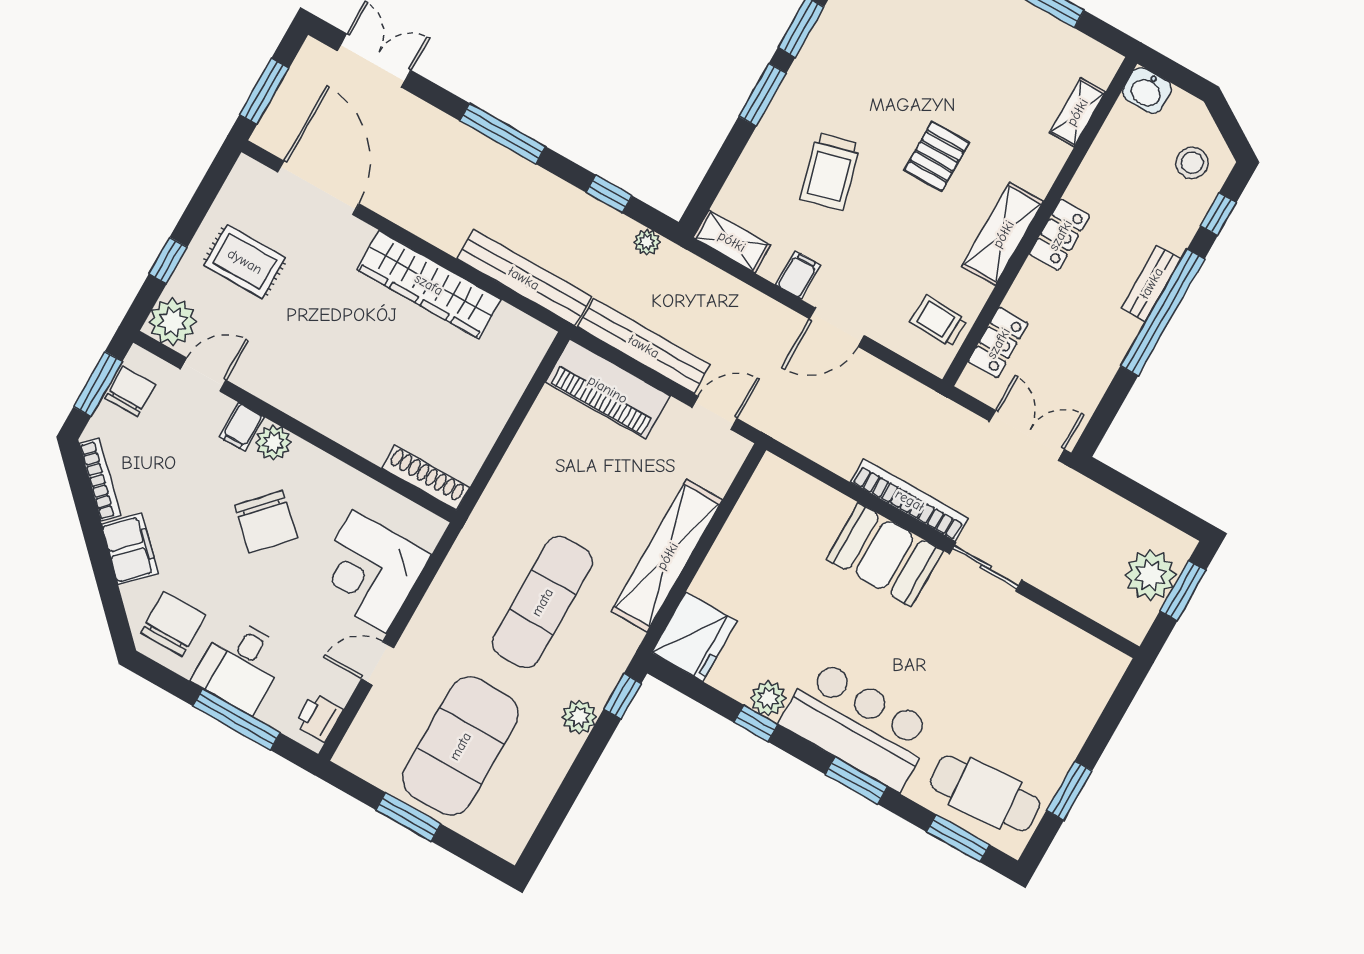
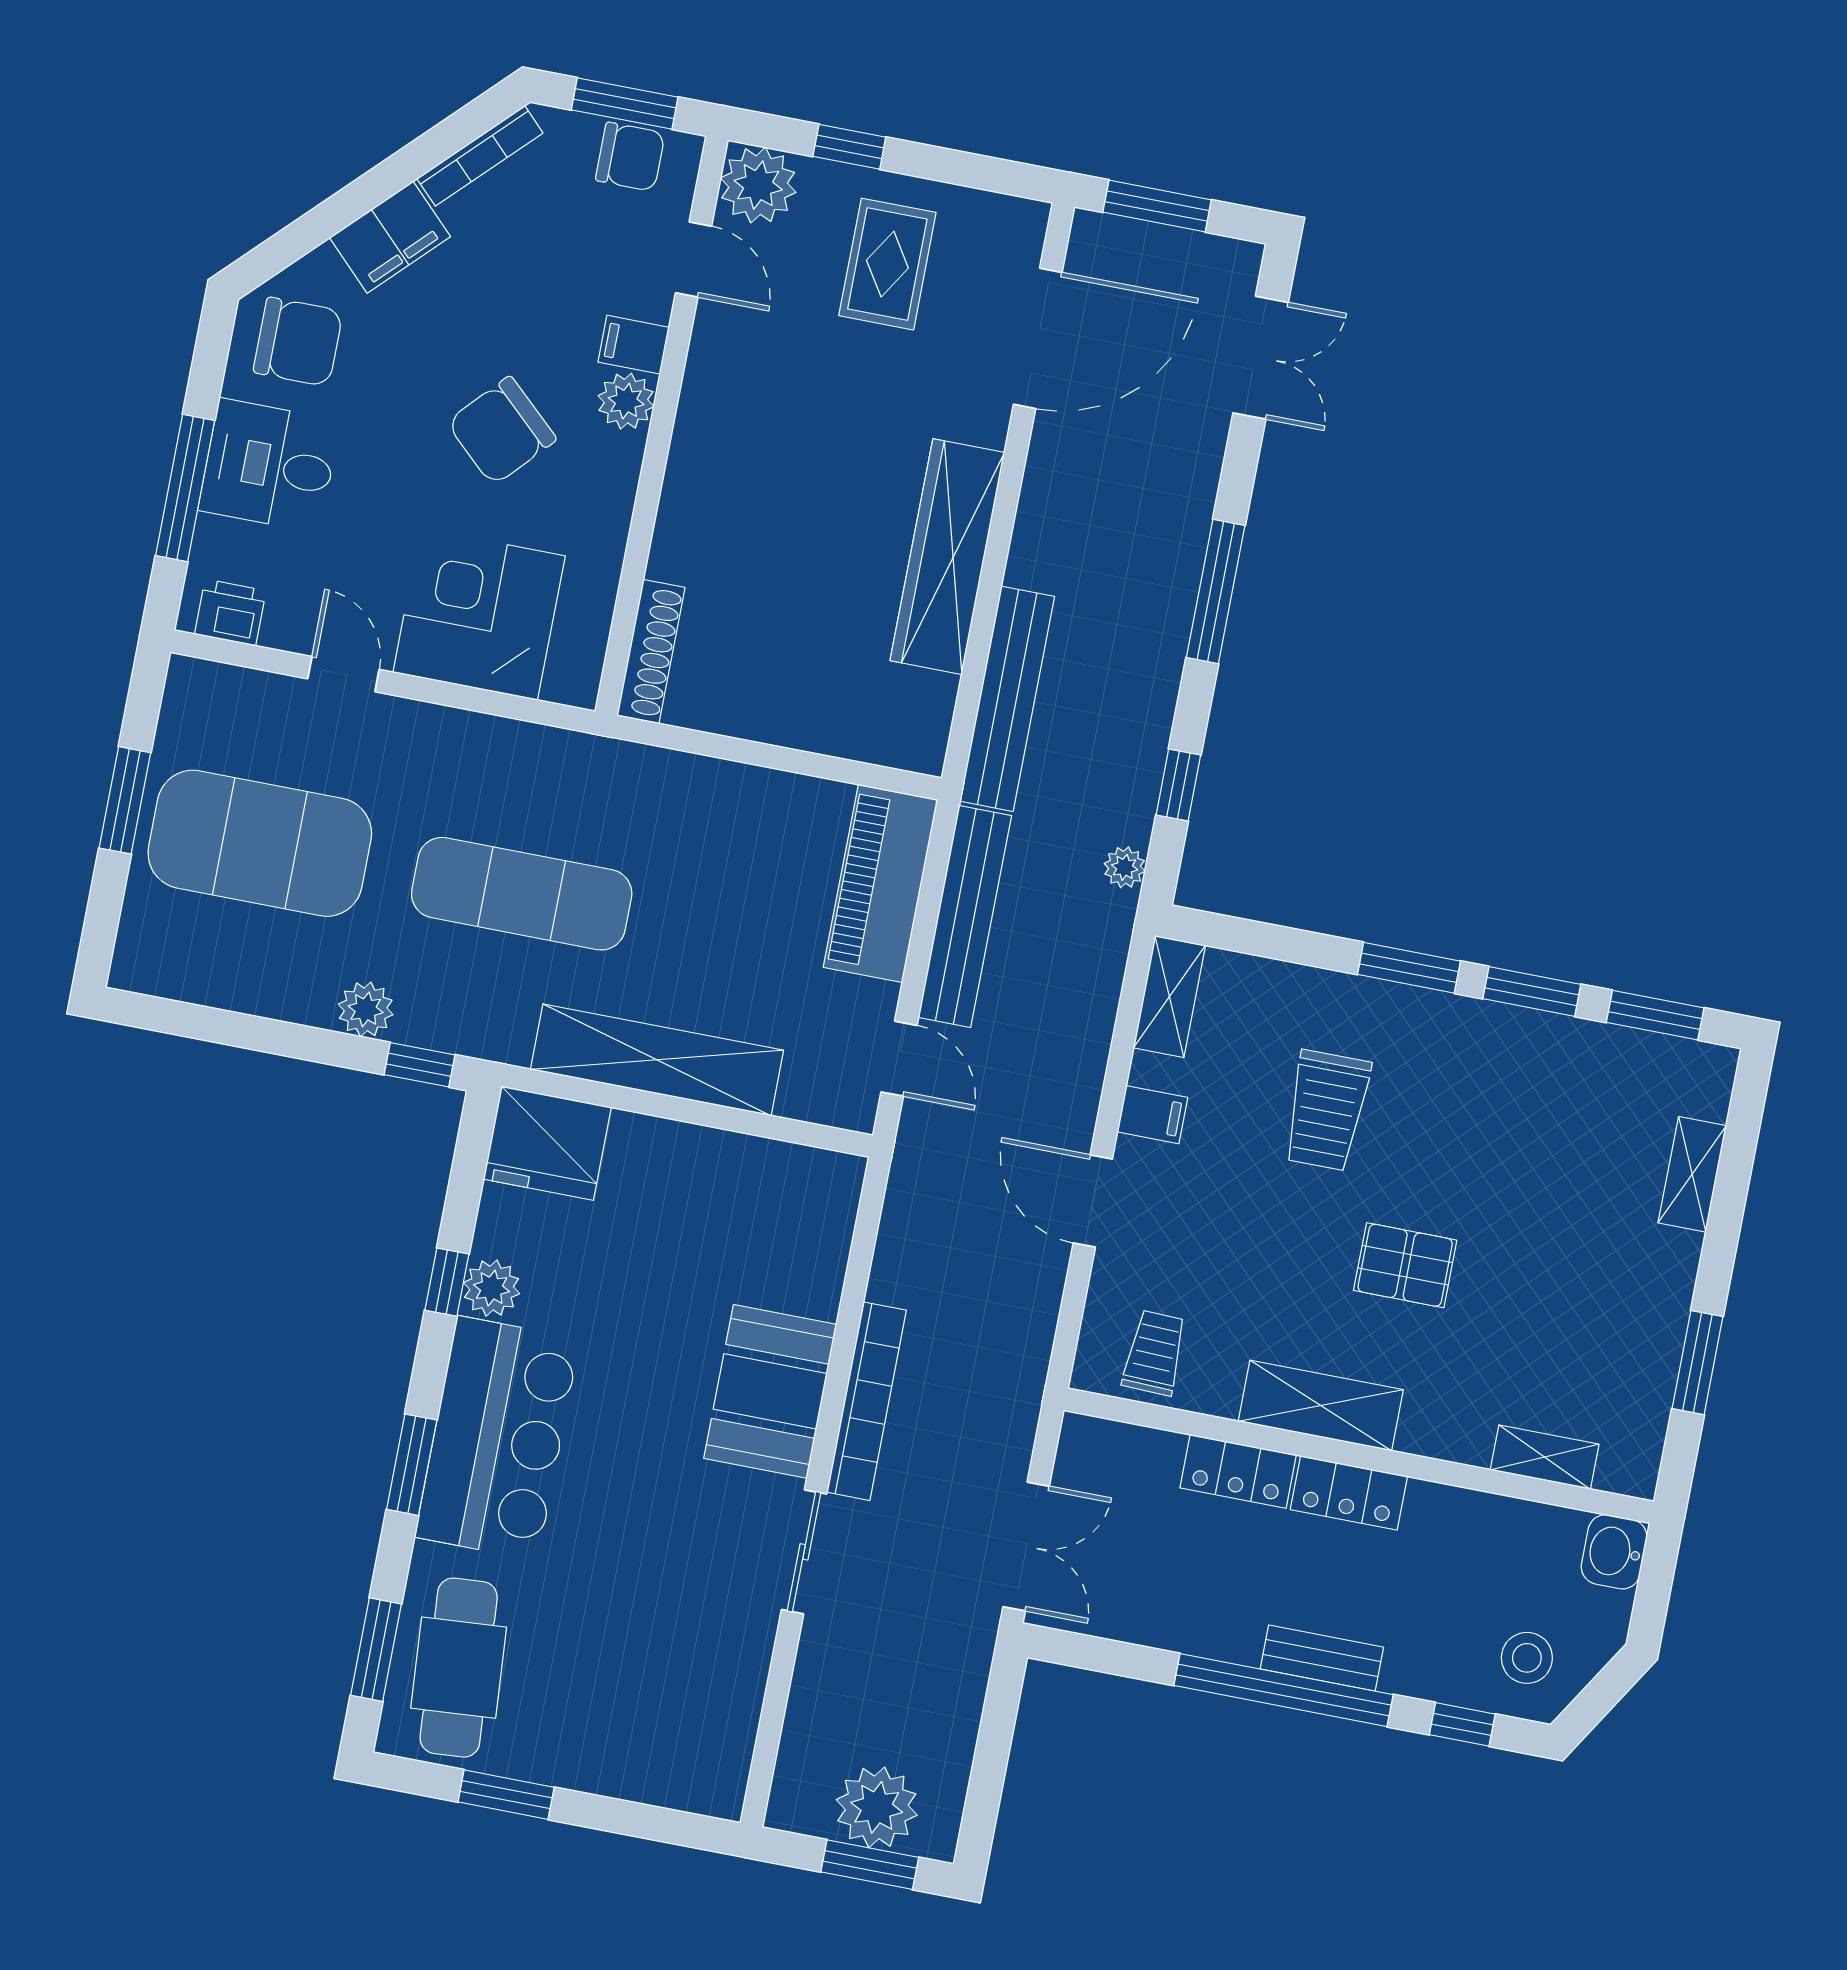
trolley: (830, 172) -> (1326, 1110), turned -75
locker: (998, 343) -> (1238, 1471), moved

